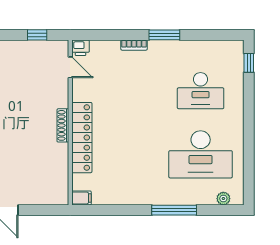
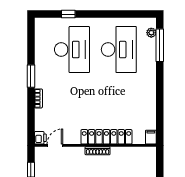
window: (249, 63) -> (68, 14), moved
desk: (201, 91) -> (72, 50), width x1.36, depth x1.30
window: (174, 210) -> (160, 45), moved

